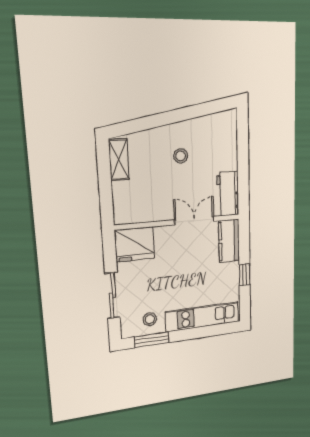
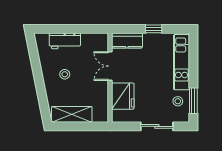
shelving: (119, 160) -> (72, 114), width x1.50, depth x1.33
workbench: (228, 194) -> (65, 41), moved
fridge: (135, 244) -> (123, 96), moved

